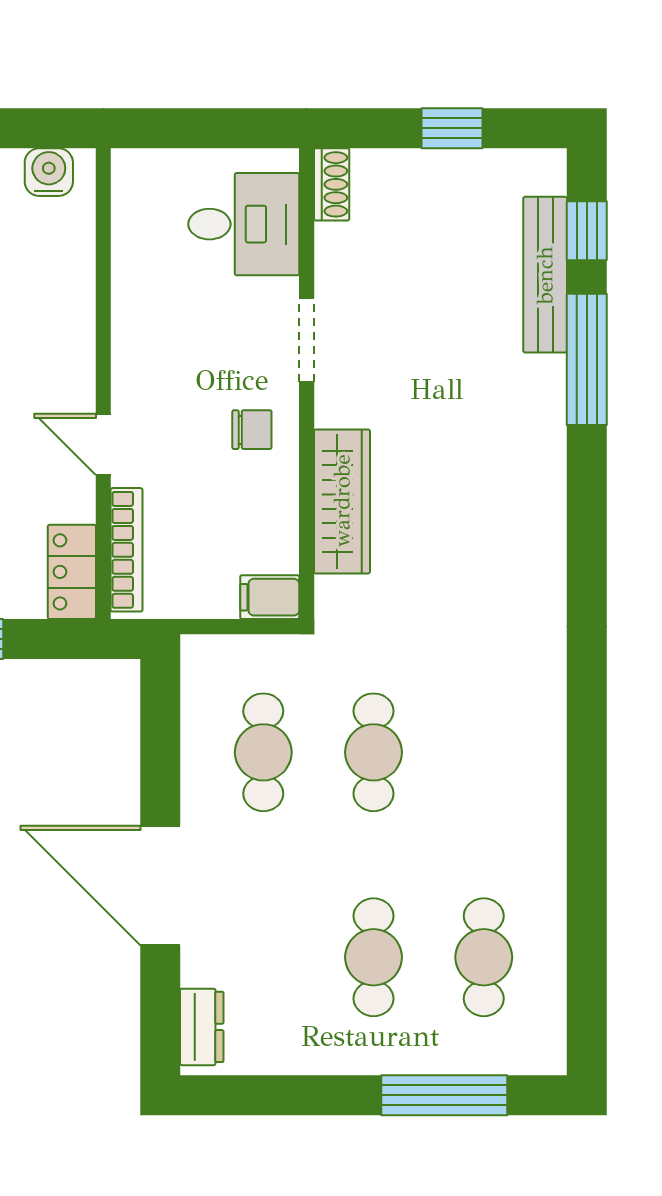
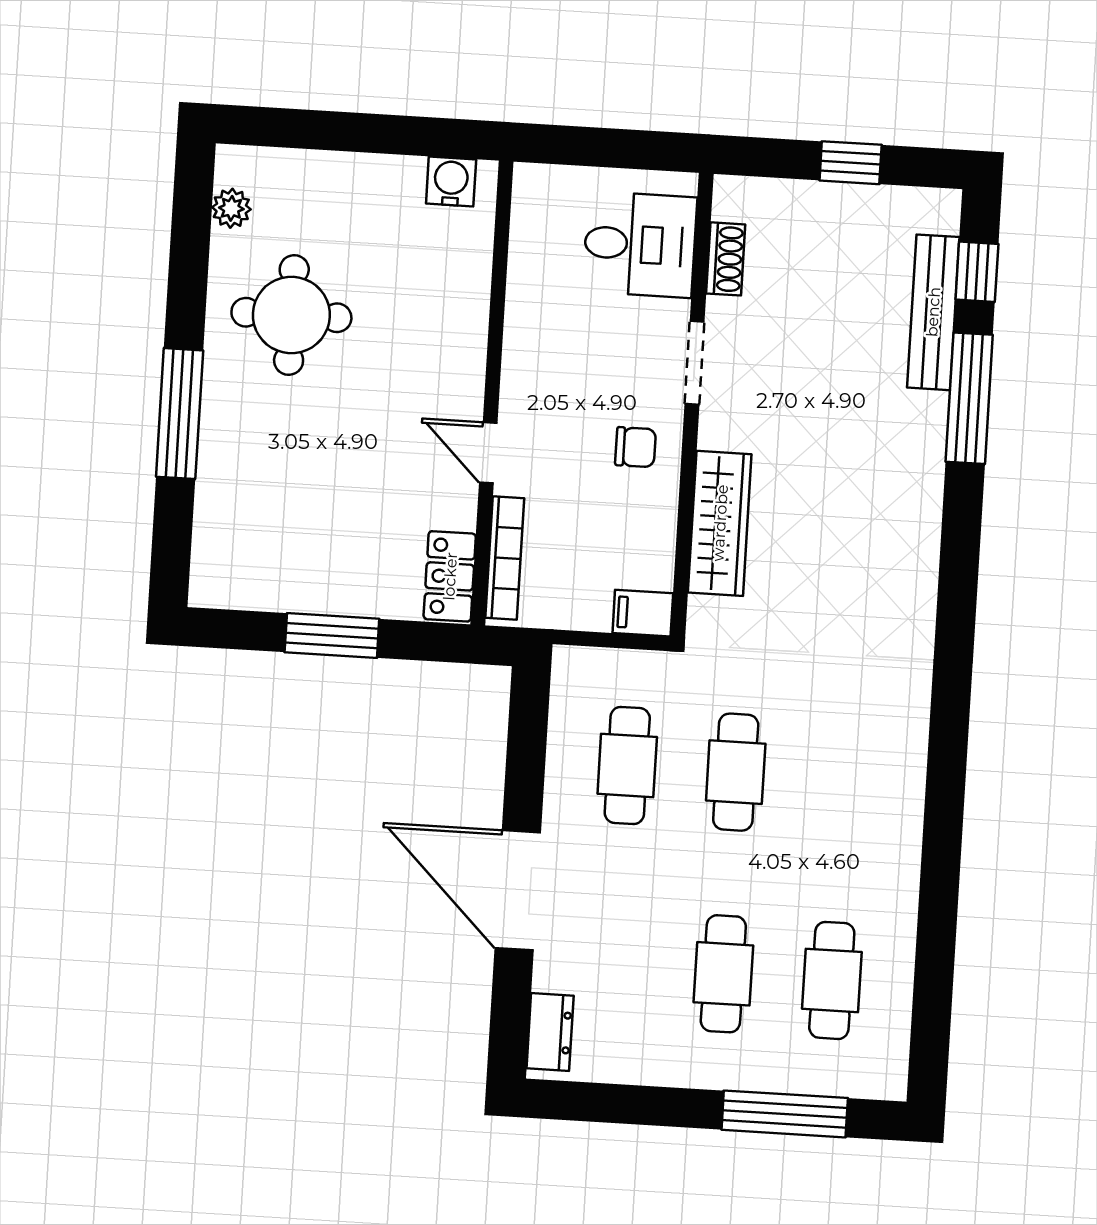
shoe rack: (332, 184) -> (726, 259), moved

